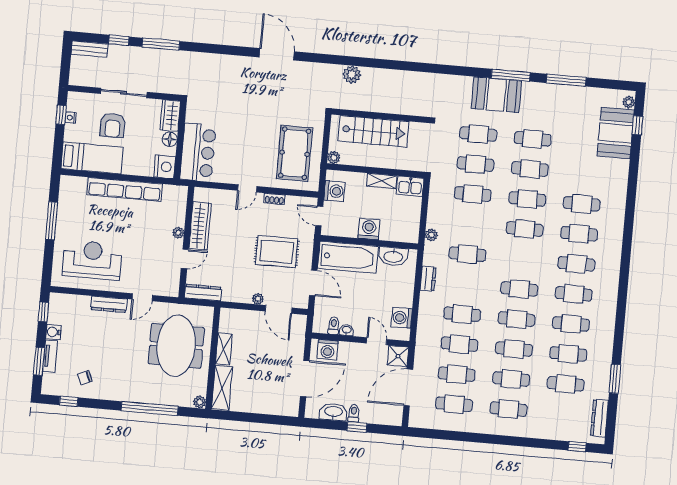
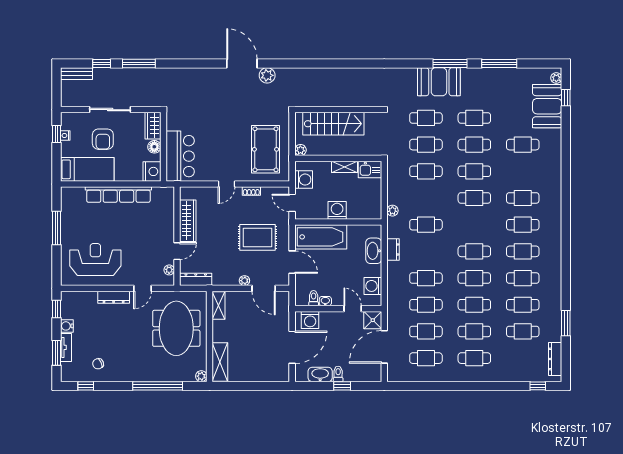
plant: (352, 75) -> (267, 75), moved
cafe table: (582, 204) -> (523, 145), moved
plant: (178, 233) -> (169, 270), moved
washbasin: (393, 256) -> (374, 251), moved, turned 90
shelving: (224, 349) -> (219, 306), moved

